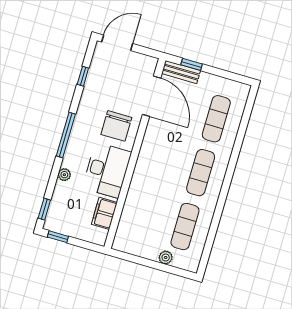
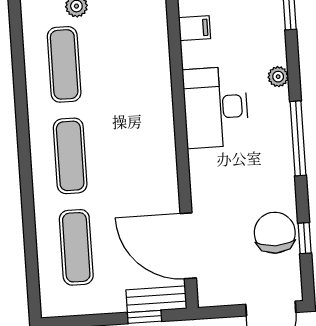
chair: (116, 126) -> (275, 233), moved
filing cabinet: (104, 213) -> (195, 28), width x0.50

